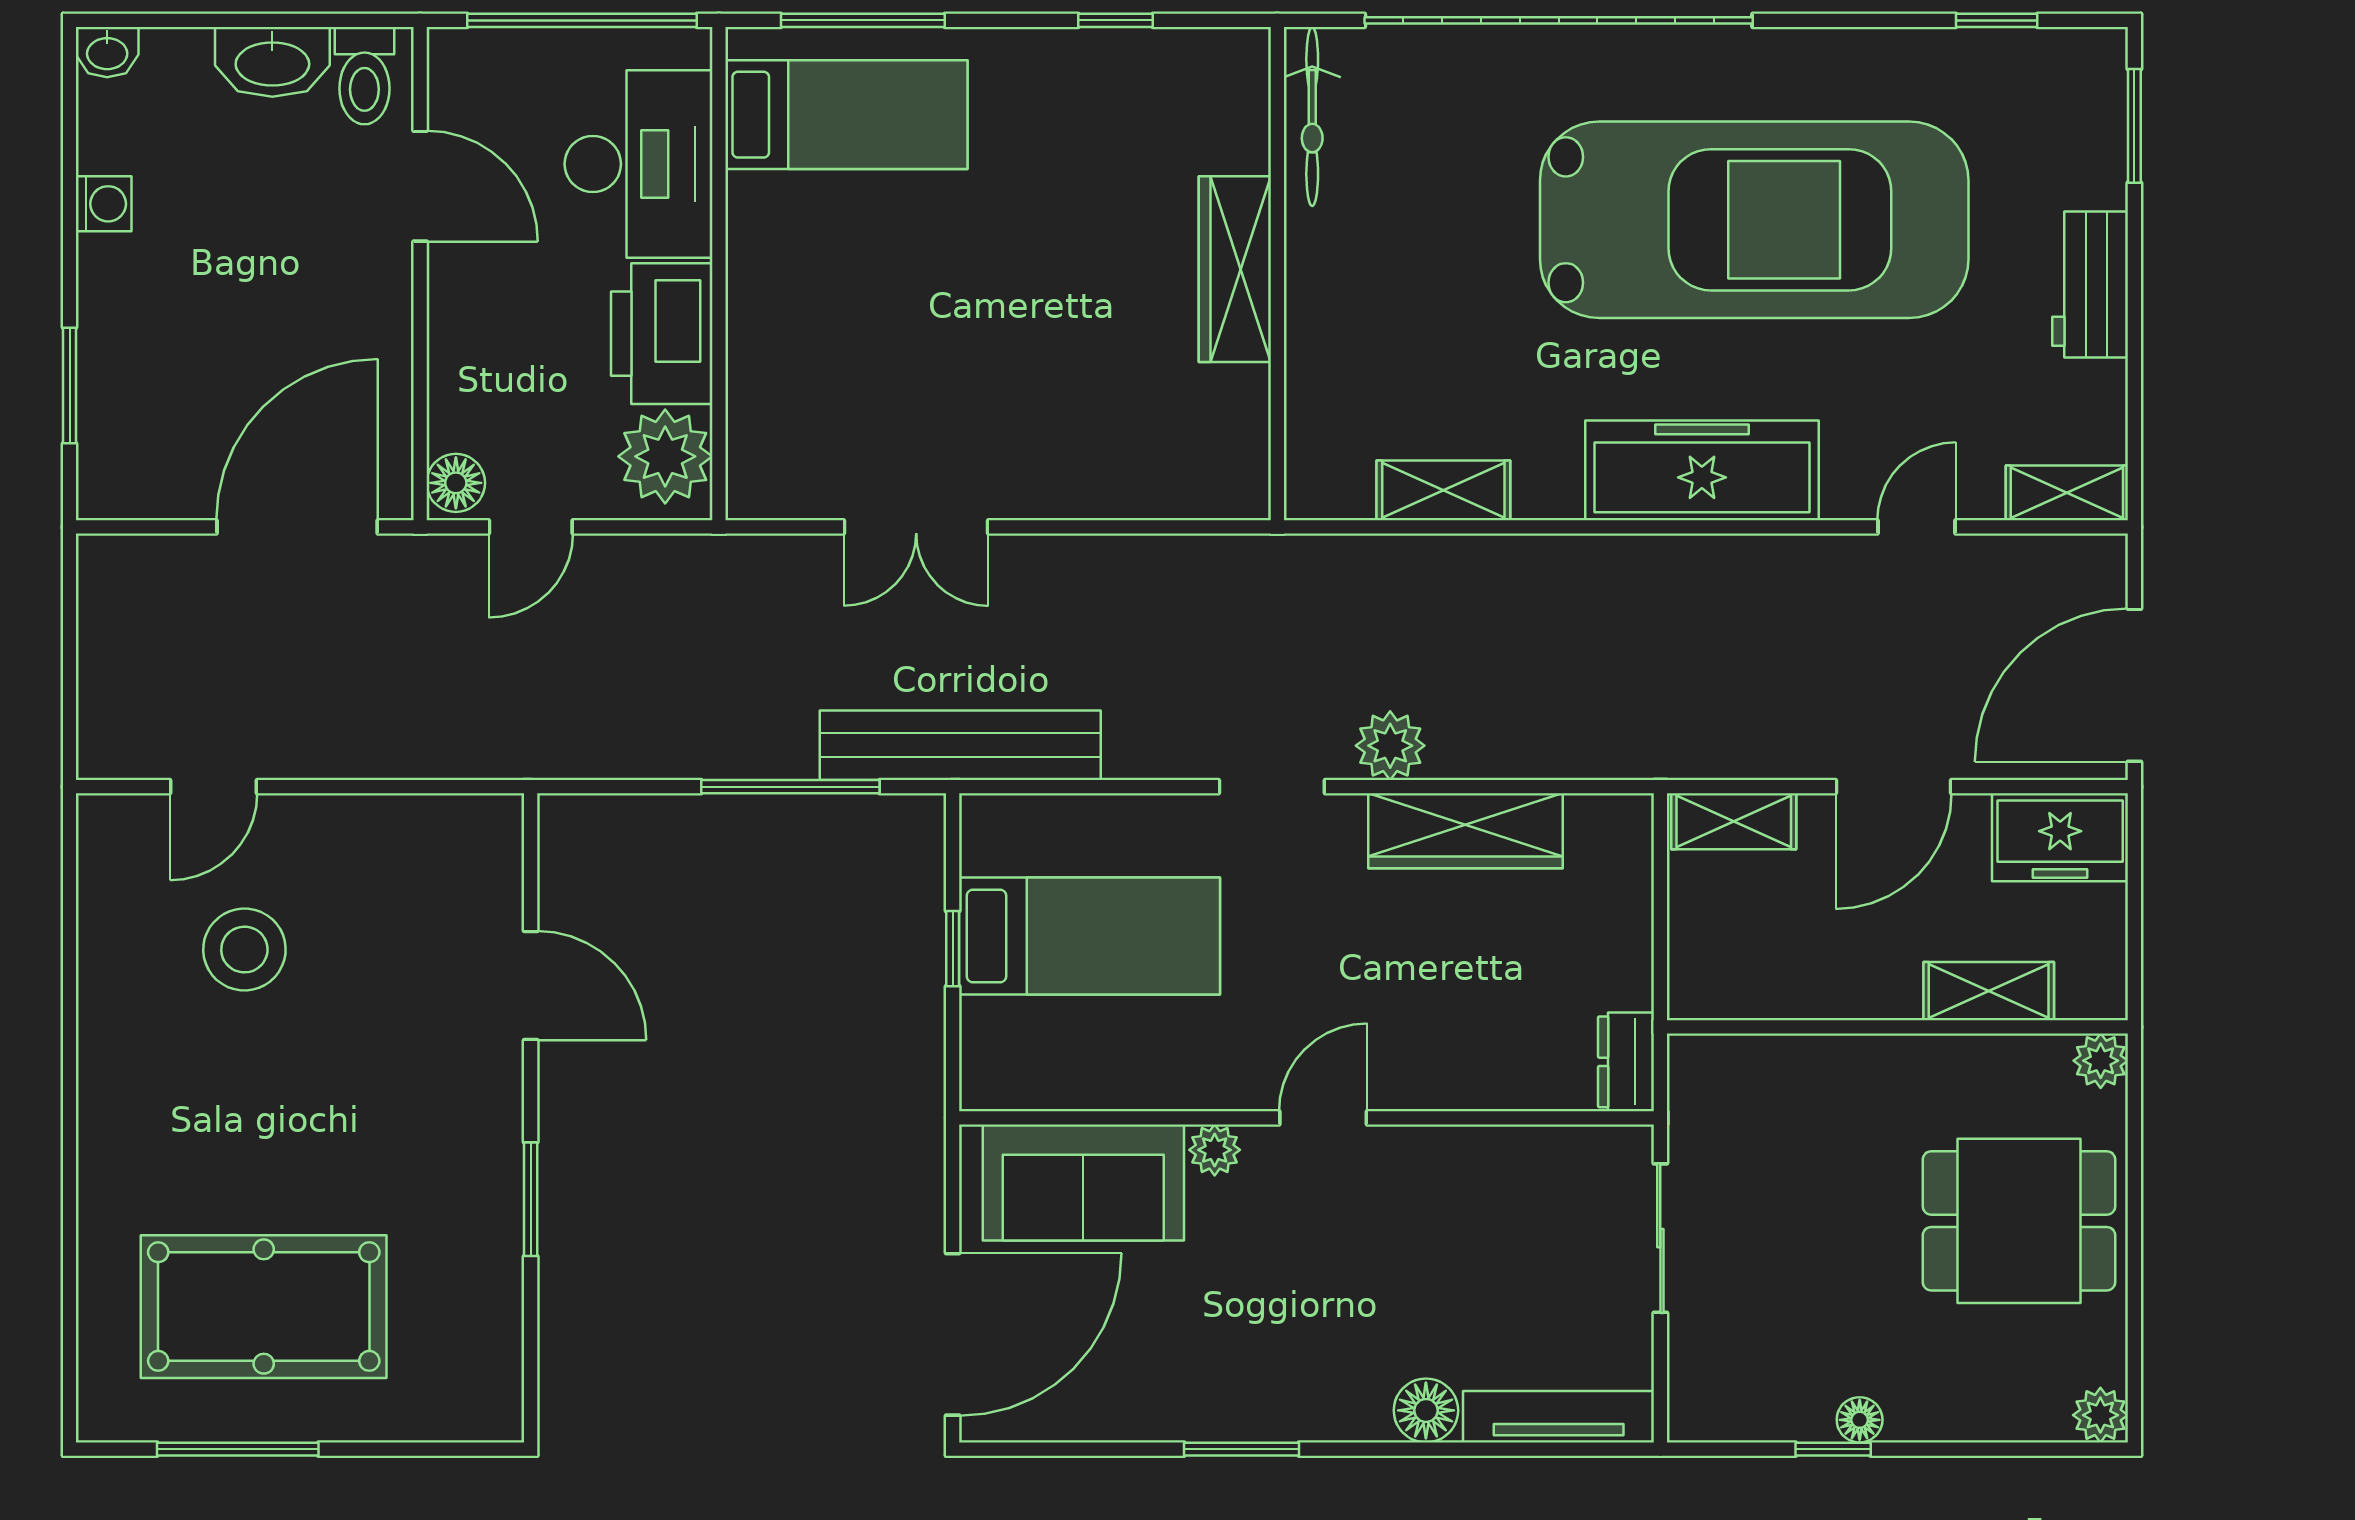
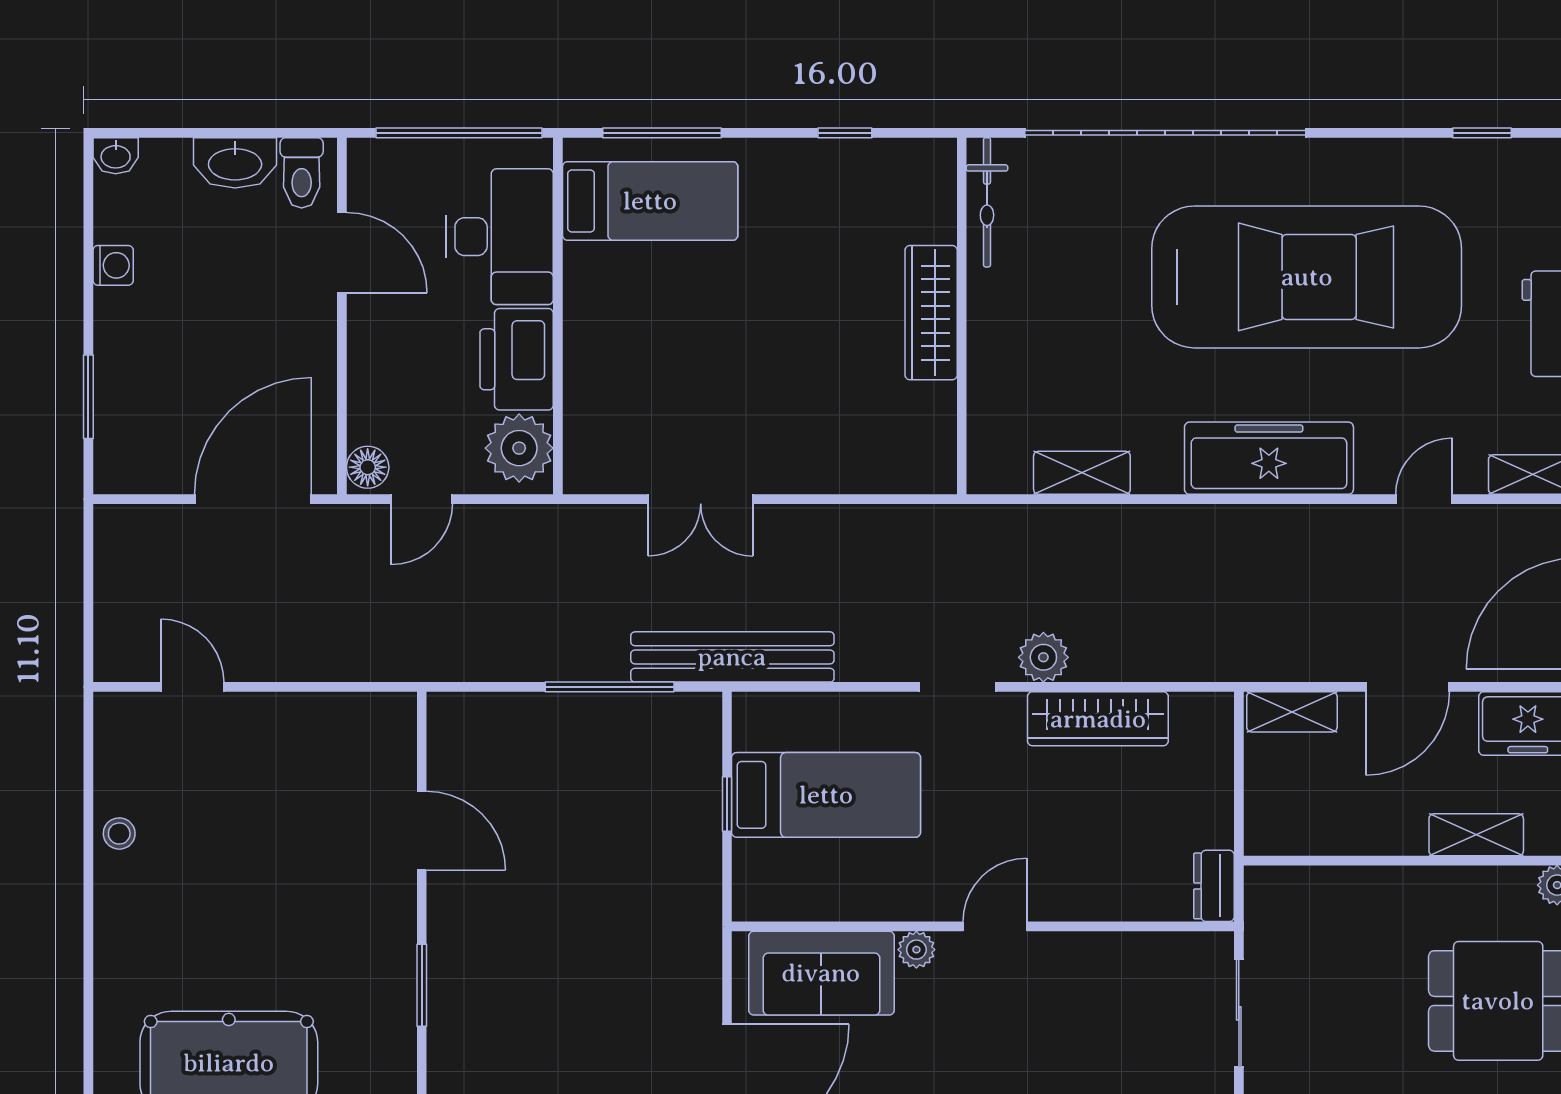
door: (214, 787) -> (192, 687), swing flipped
stool: (244, 950) -> (119, 834), moved, width x0.53, depth x0.53

